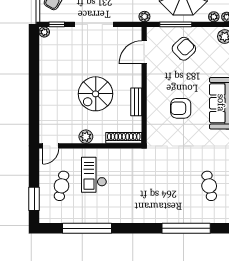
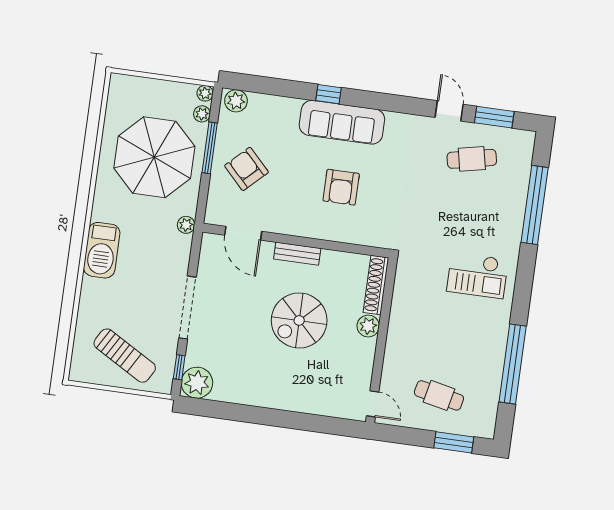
window: (176, 24) -> (210, 148), moved
plant: (44, 32) -> (197, 383), width x1.88, depth x1.88
spiral stairs: (96, 94) -> (299, 320), turned 90
bench: (136, 102) -> (297, 254), moved
plant: (86, 137) -> (368, 326), moved
checkout: (94, 175) -> (477, 275), moved

